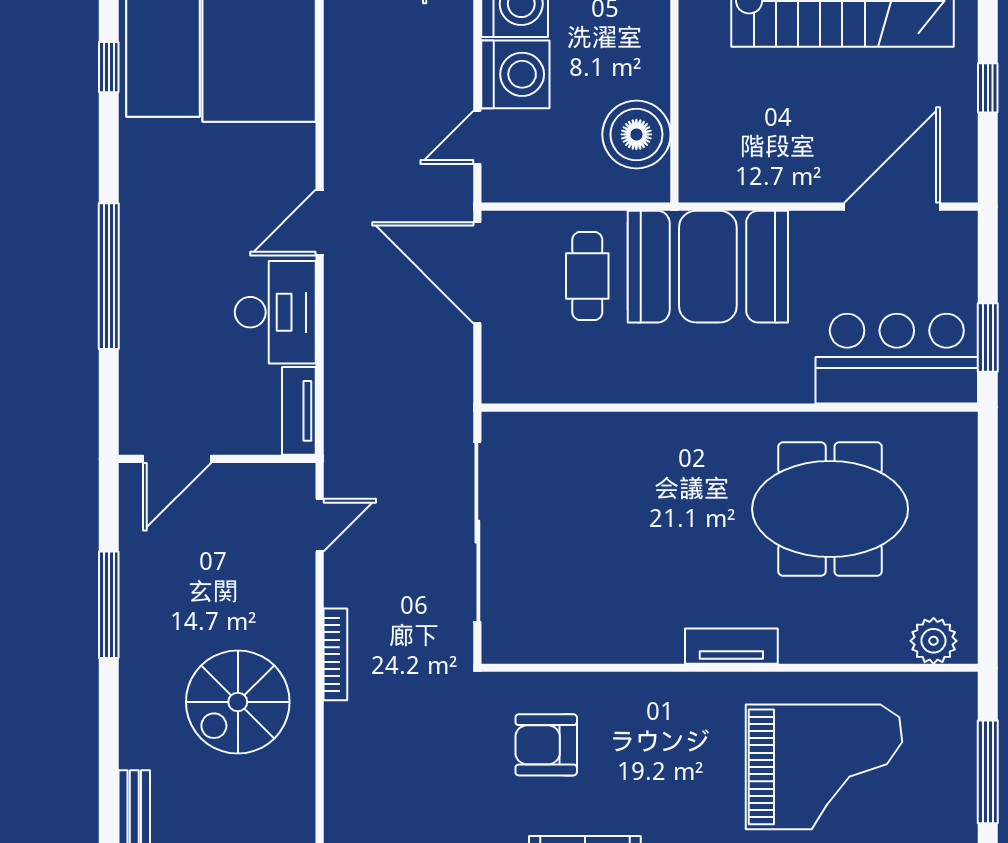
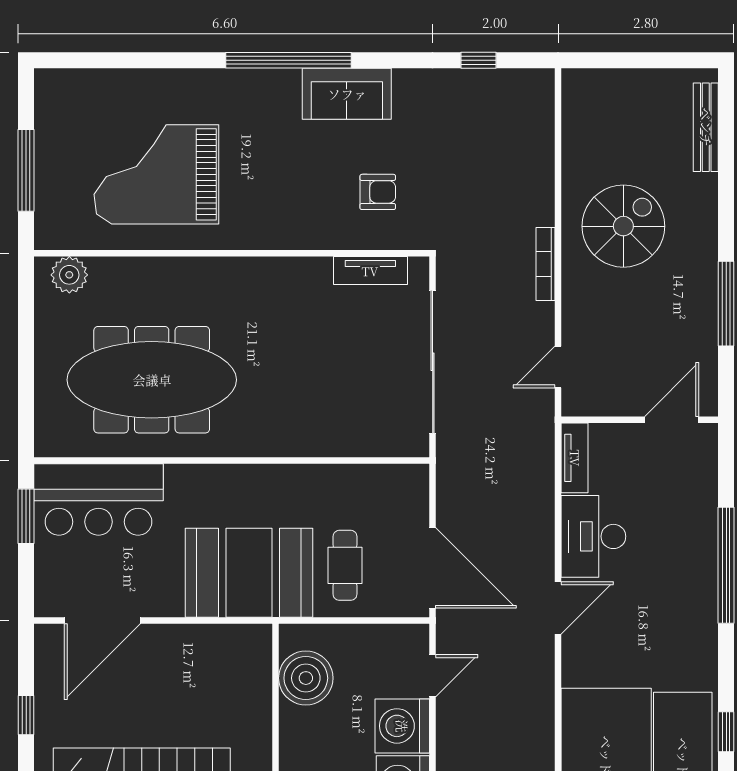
meeting table: (830, 509) -> (152, 380), width x1.36
tv unit: (731, 646) -> (370, 271), moved
armchair: (546, 745) -> (378, 192), width x0.72, depth x0.72

